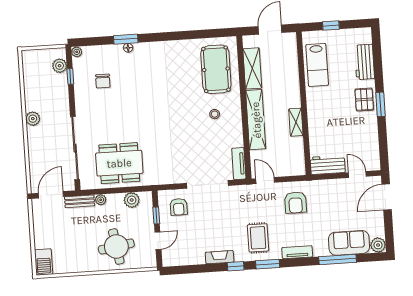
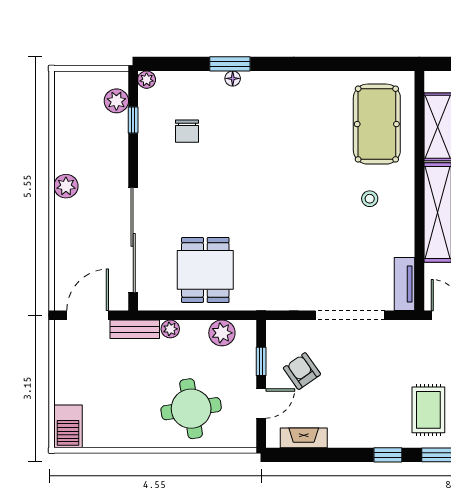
dining table: (119, 163) -> (205, 270), width x0.73
armchair: (179, 207) -> (302, 371), moved, turned 145
fireplace: (220, 257) -> (304, 438), moved

